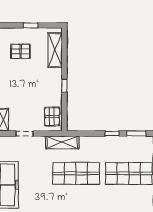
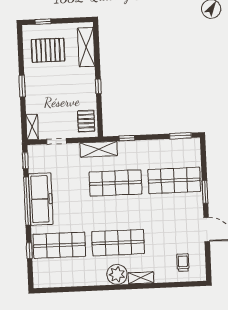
window: (31, 25) -> (43, 22), moved
pallet: (21, 51) -> (48, 50), width x1.50, depth x1.42
window: (112, 133) -> (127, 138), moved

